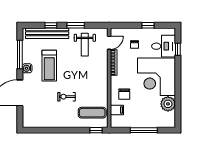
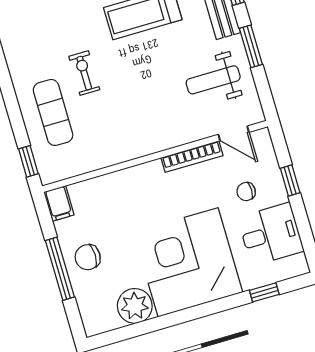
window: (148, 25) -> (290, 181), moved
desk: (164, 46) -> (271, 234), moved, turned -90
chair: (124, 94) -> (88, 257), moved
filing cabinet: (117, 110) -> (59, 203), moved
exercise mat: (92, 113) -> (53, 112), moved

